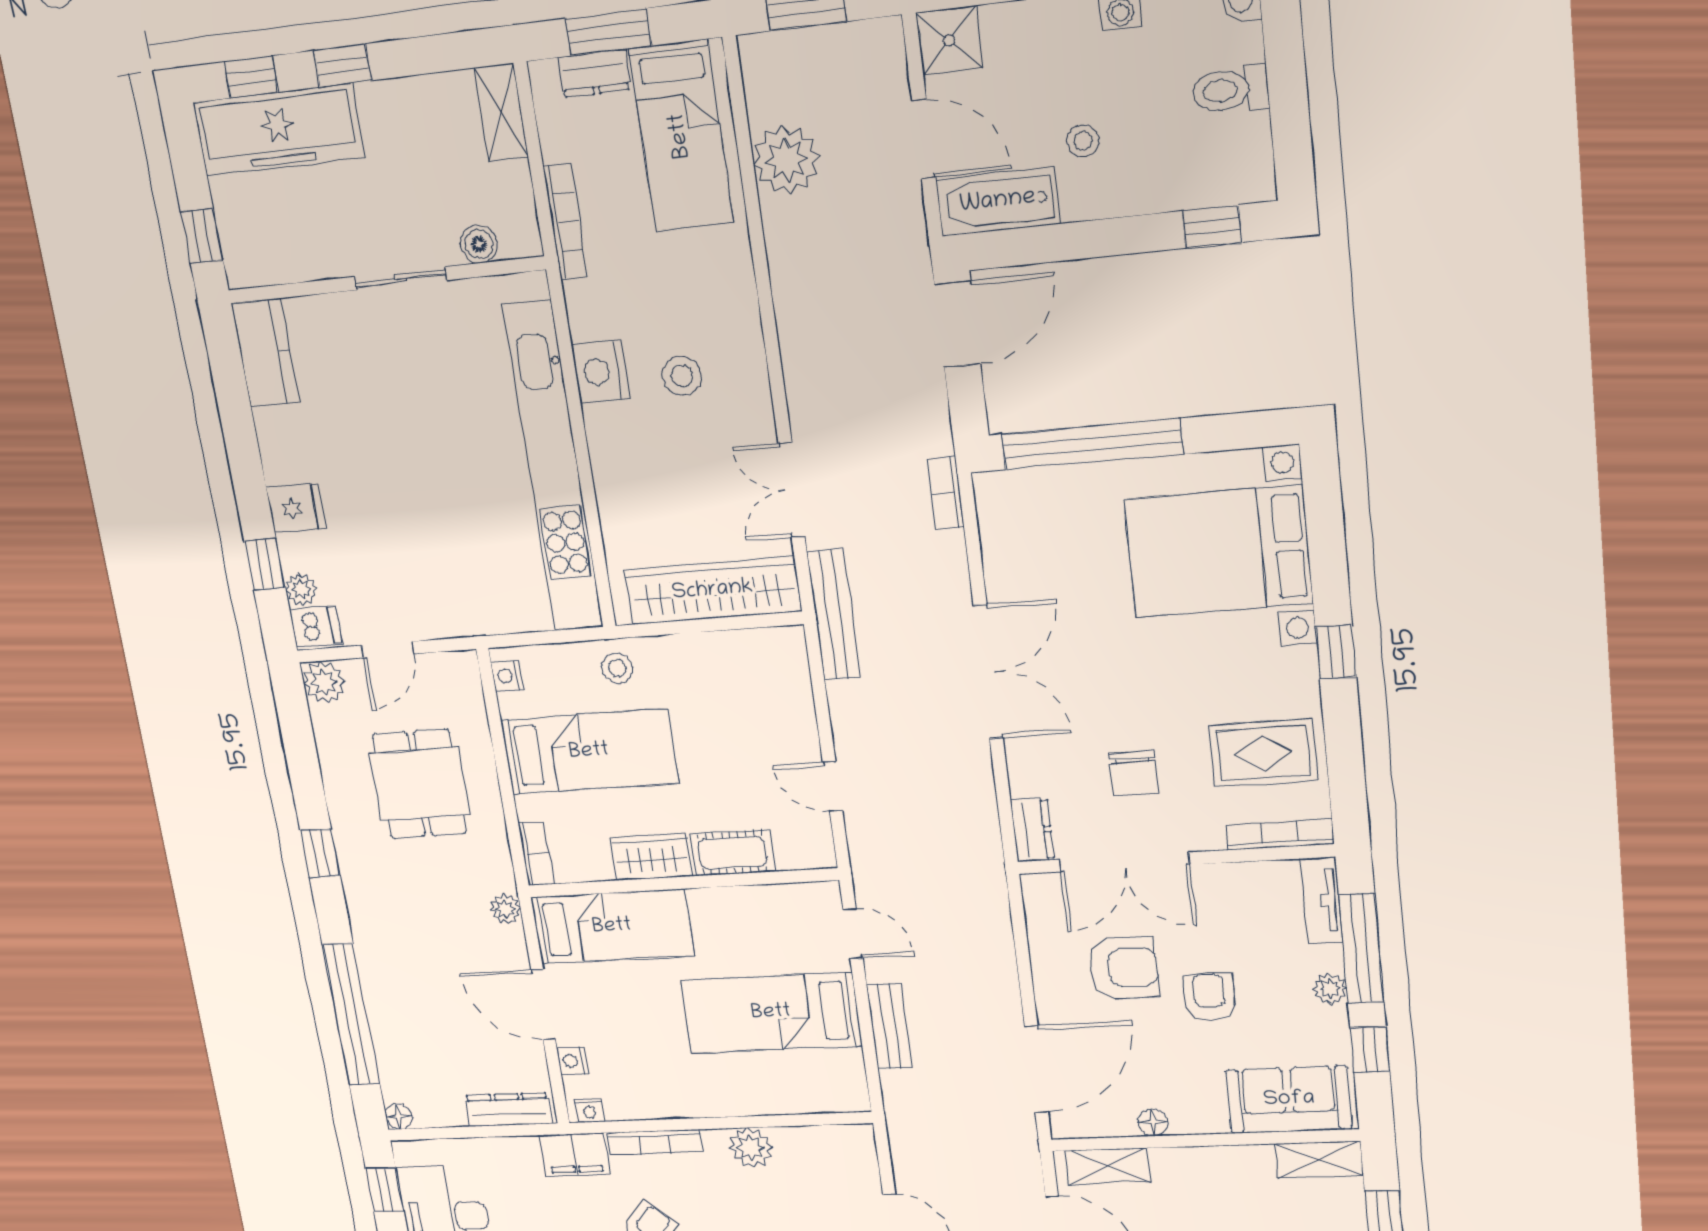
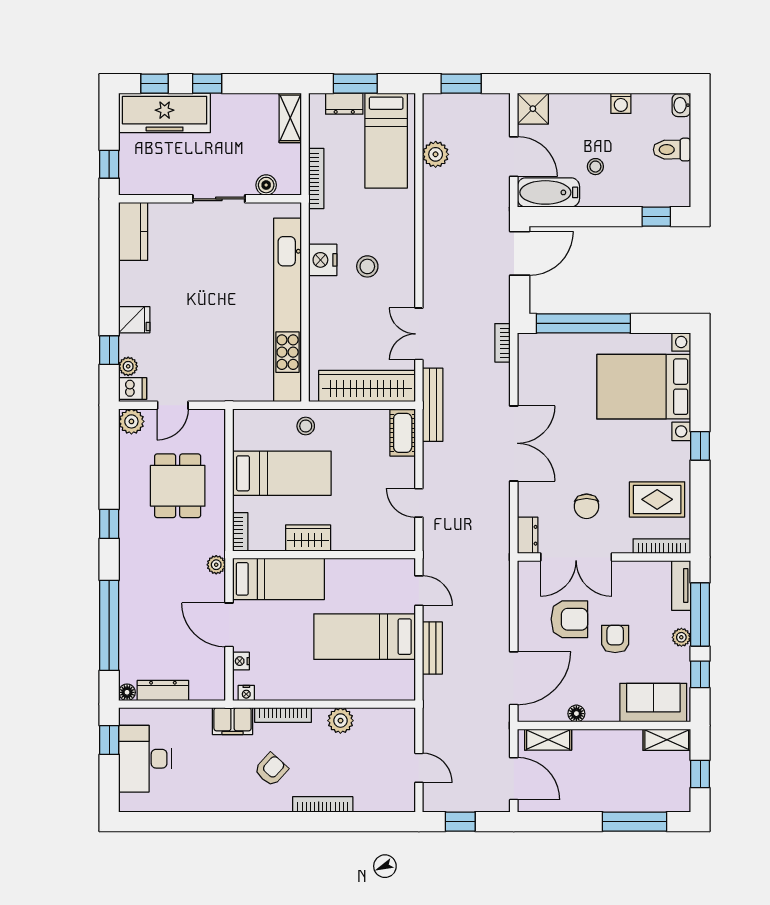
plant: (786, 160) -> (436, 154), width x0.73, depth x0.73
nightstand: (507, 676) -> (241, 426), removed
cot: (732, 853) -> (403, 433), moved, turned 90
dresser: (508, 1110) -> (163, 691), moved

